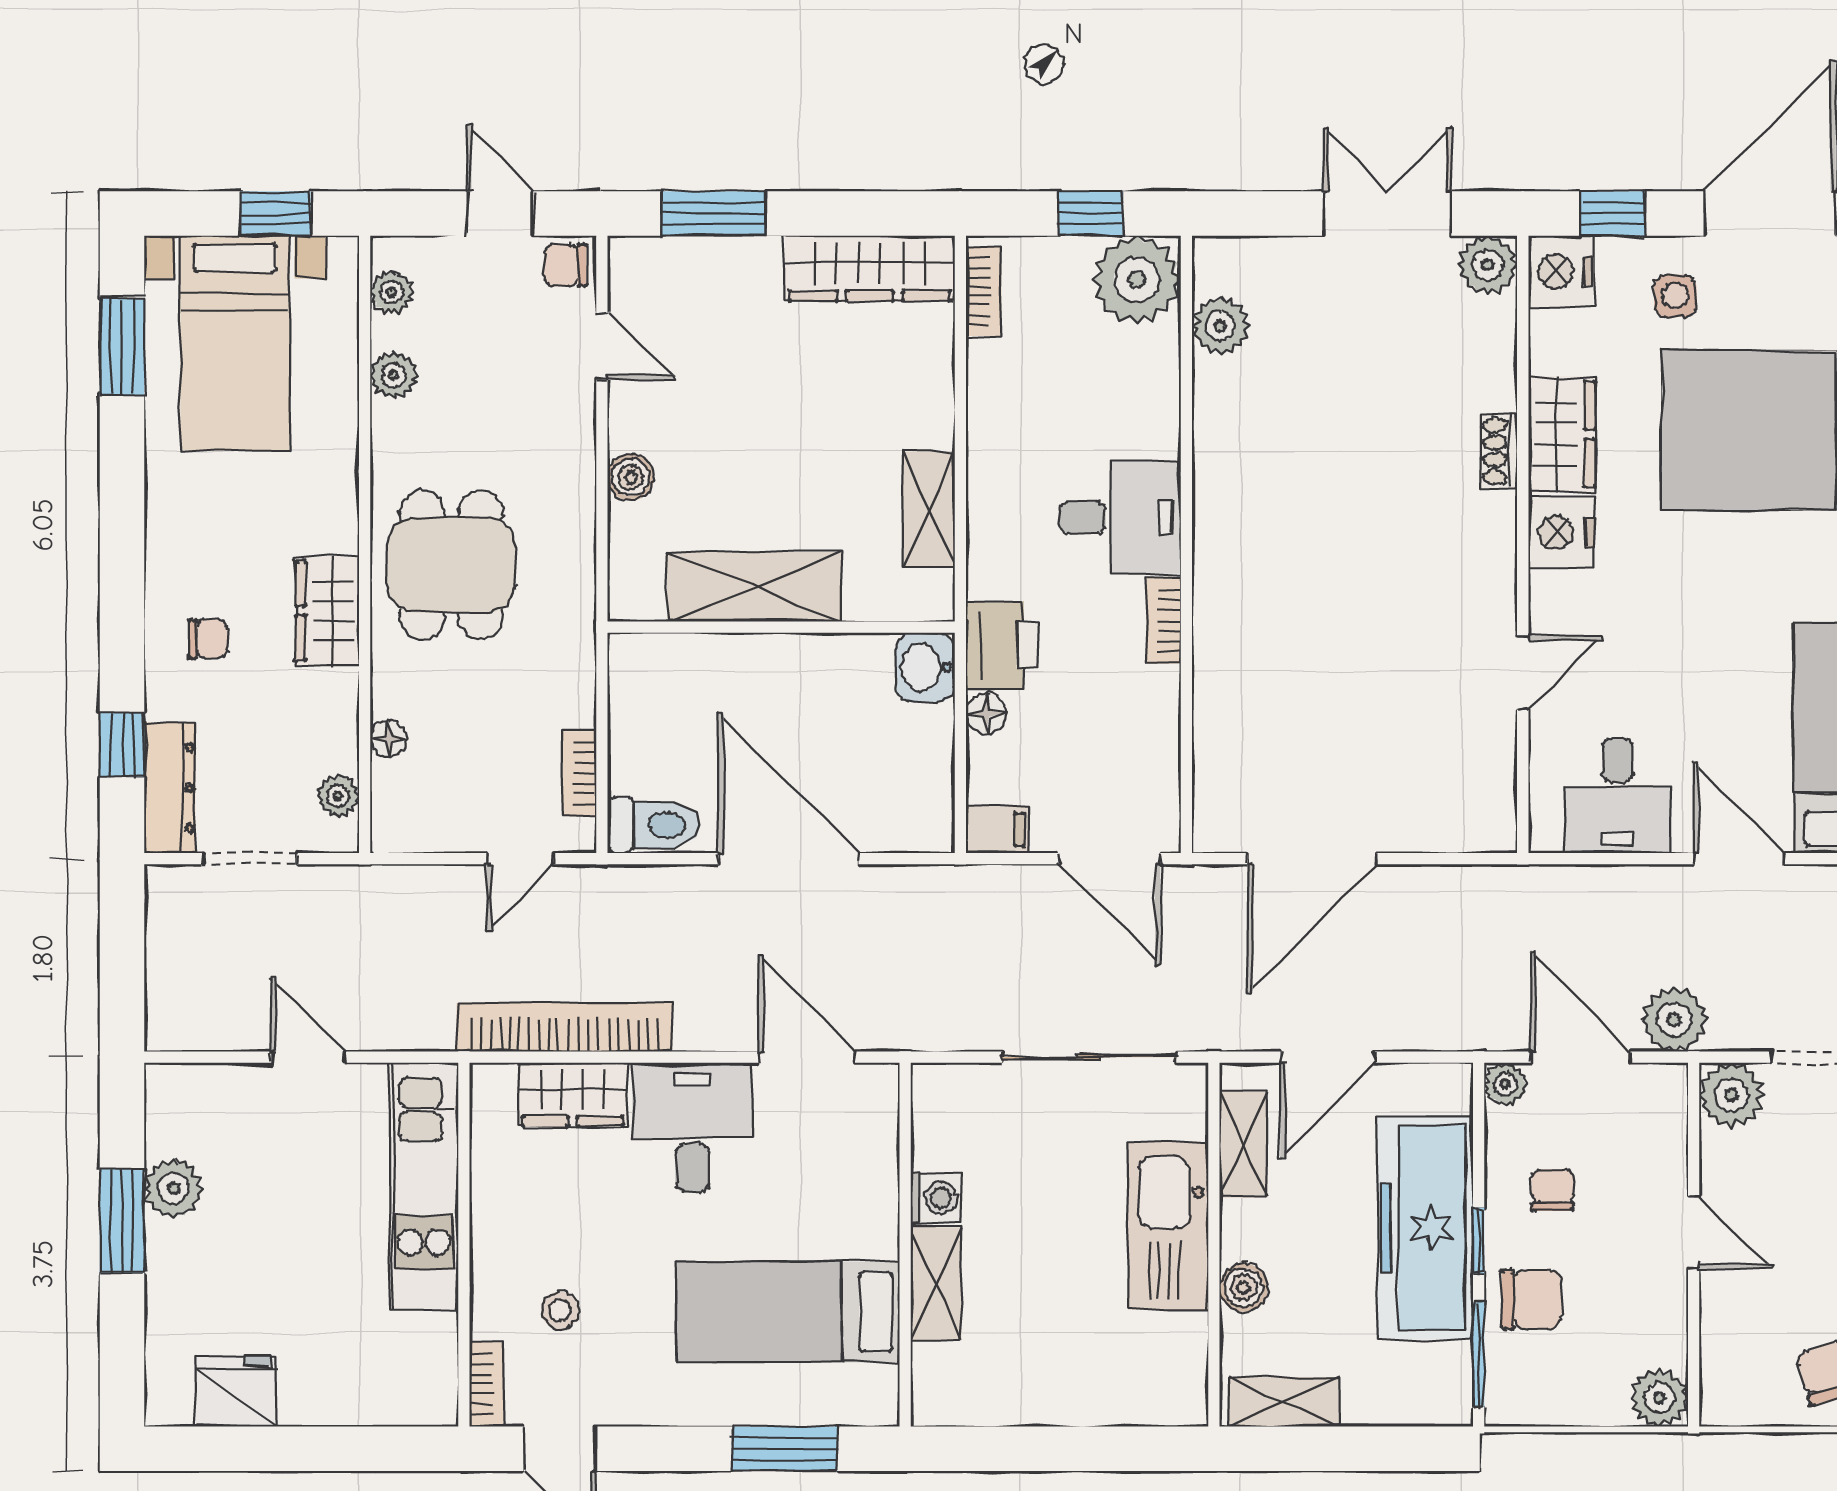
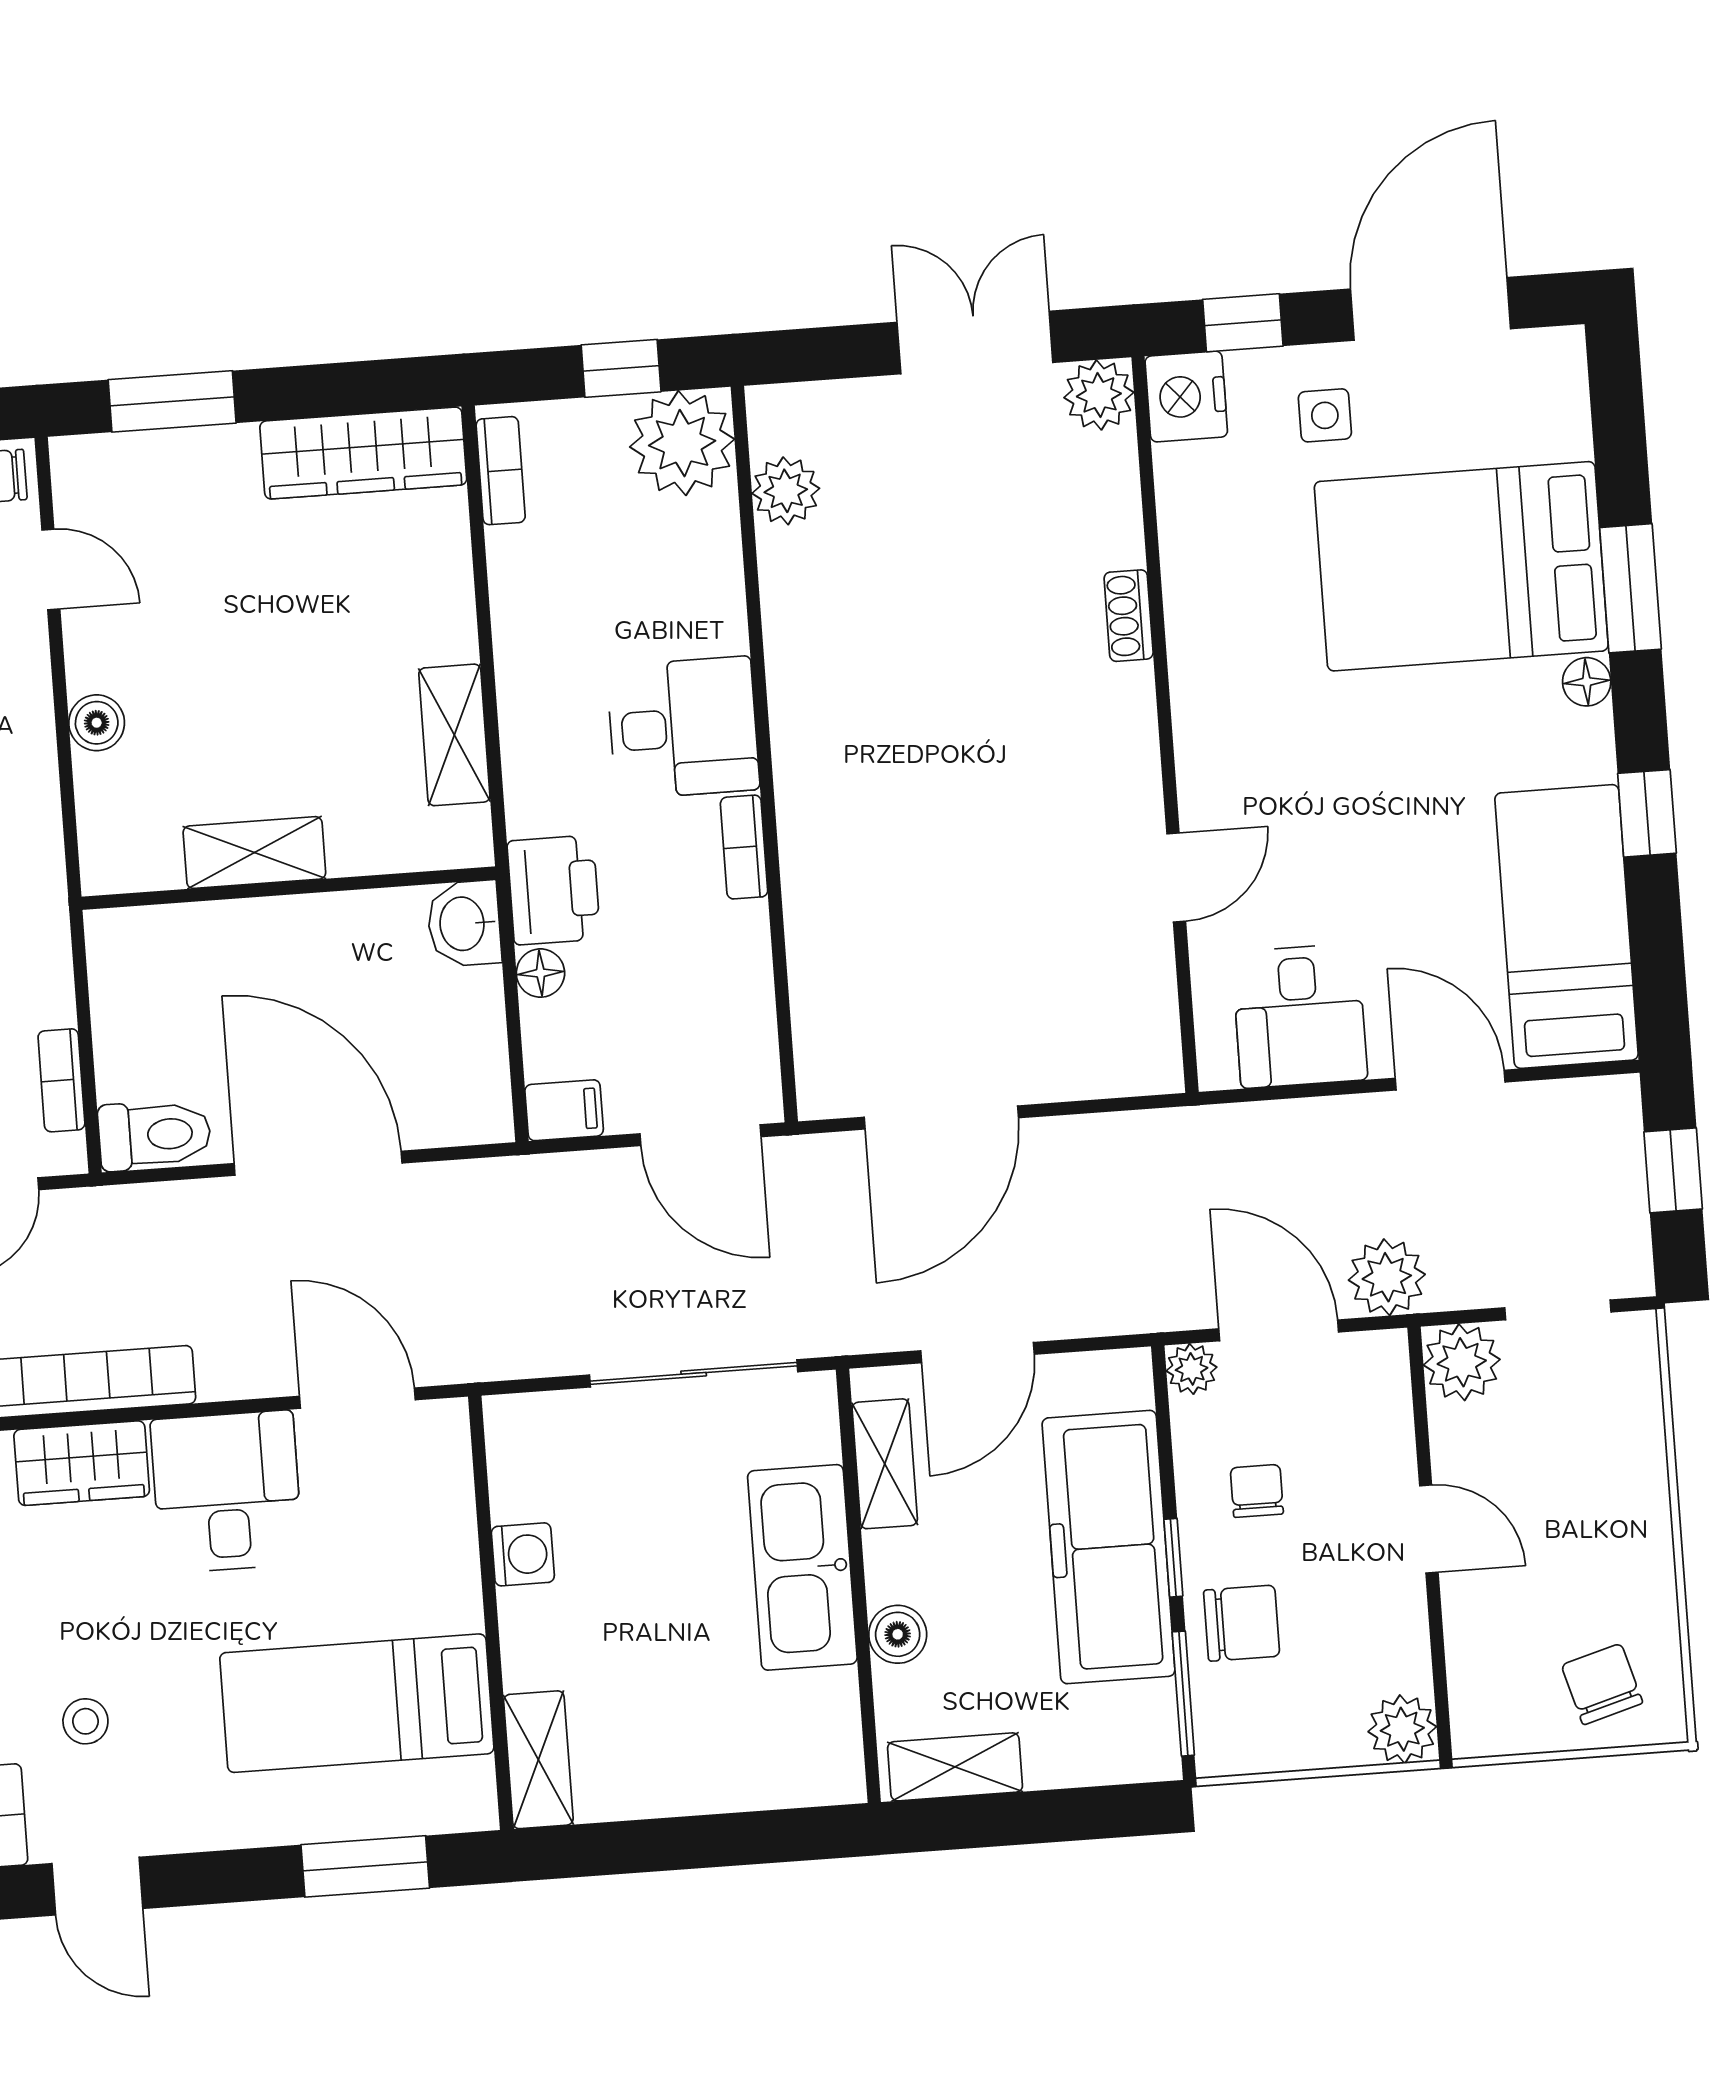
wardrobe: (1562, 434) -> (1202, 590), removed
nightstand: (1561, 533) -> (1209, 707), removed
shelving: (754, 587) -> (254, 853), width x0.67, depth x0.75
shelving: (936, 1284) -> (538, 1760), moved

